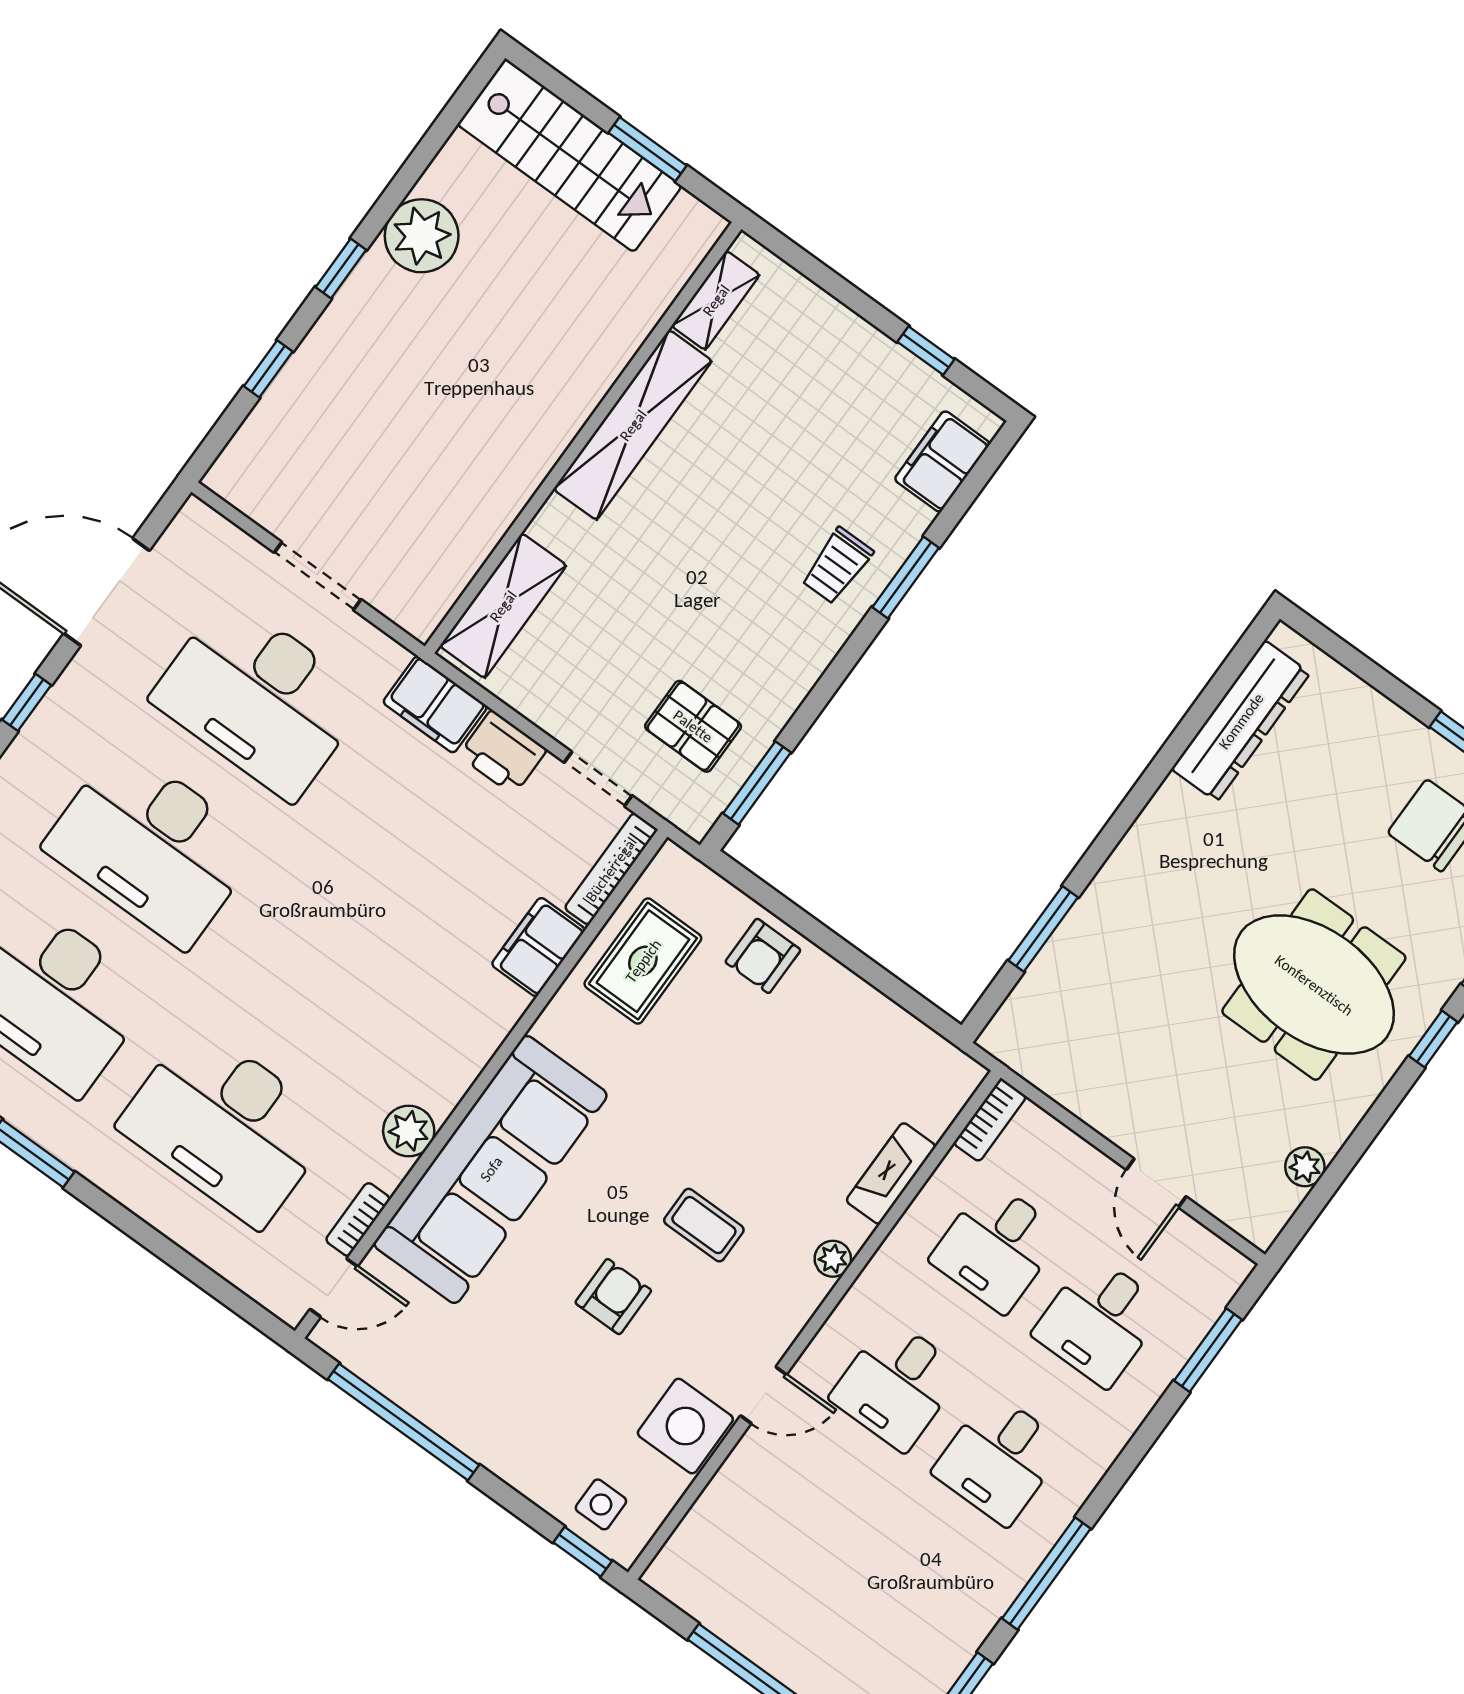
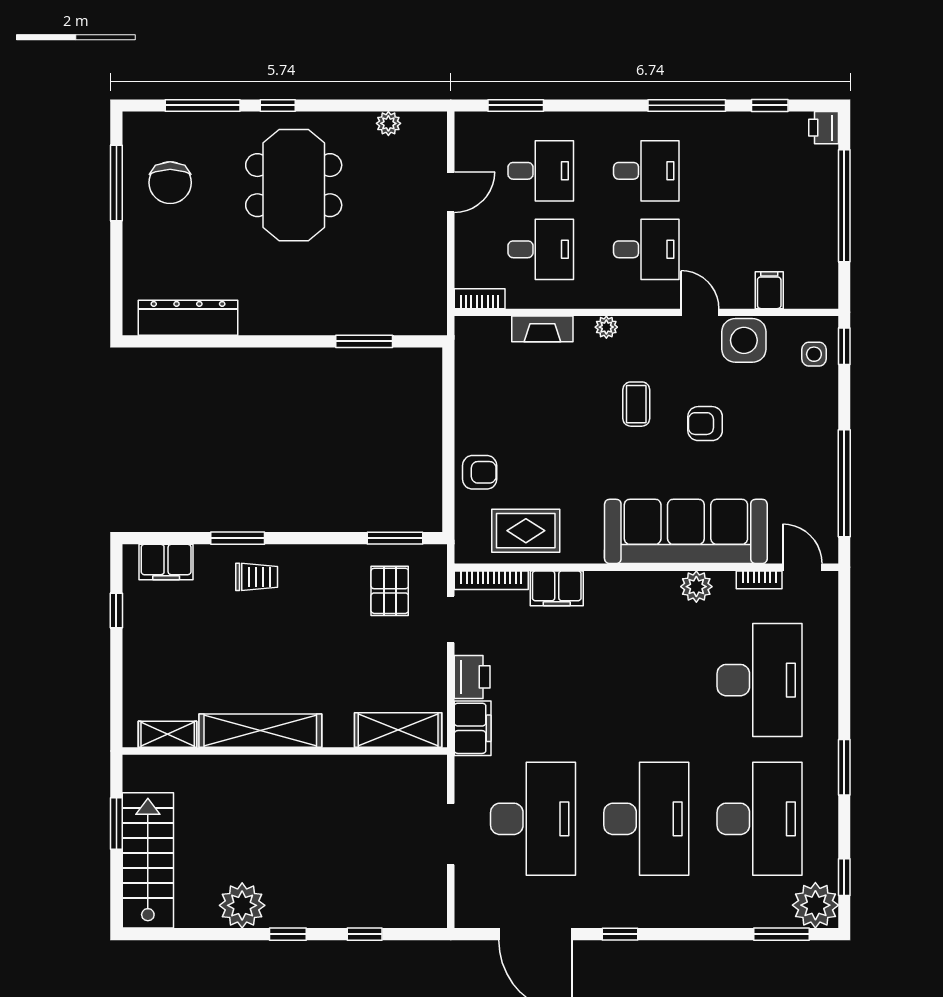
filing cabinet: (727, 1507) -> (769, 290), added

